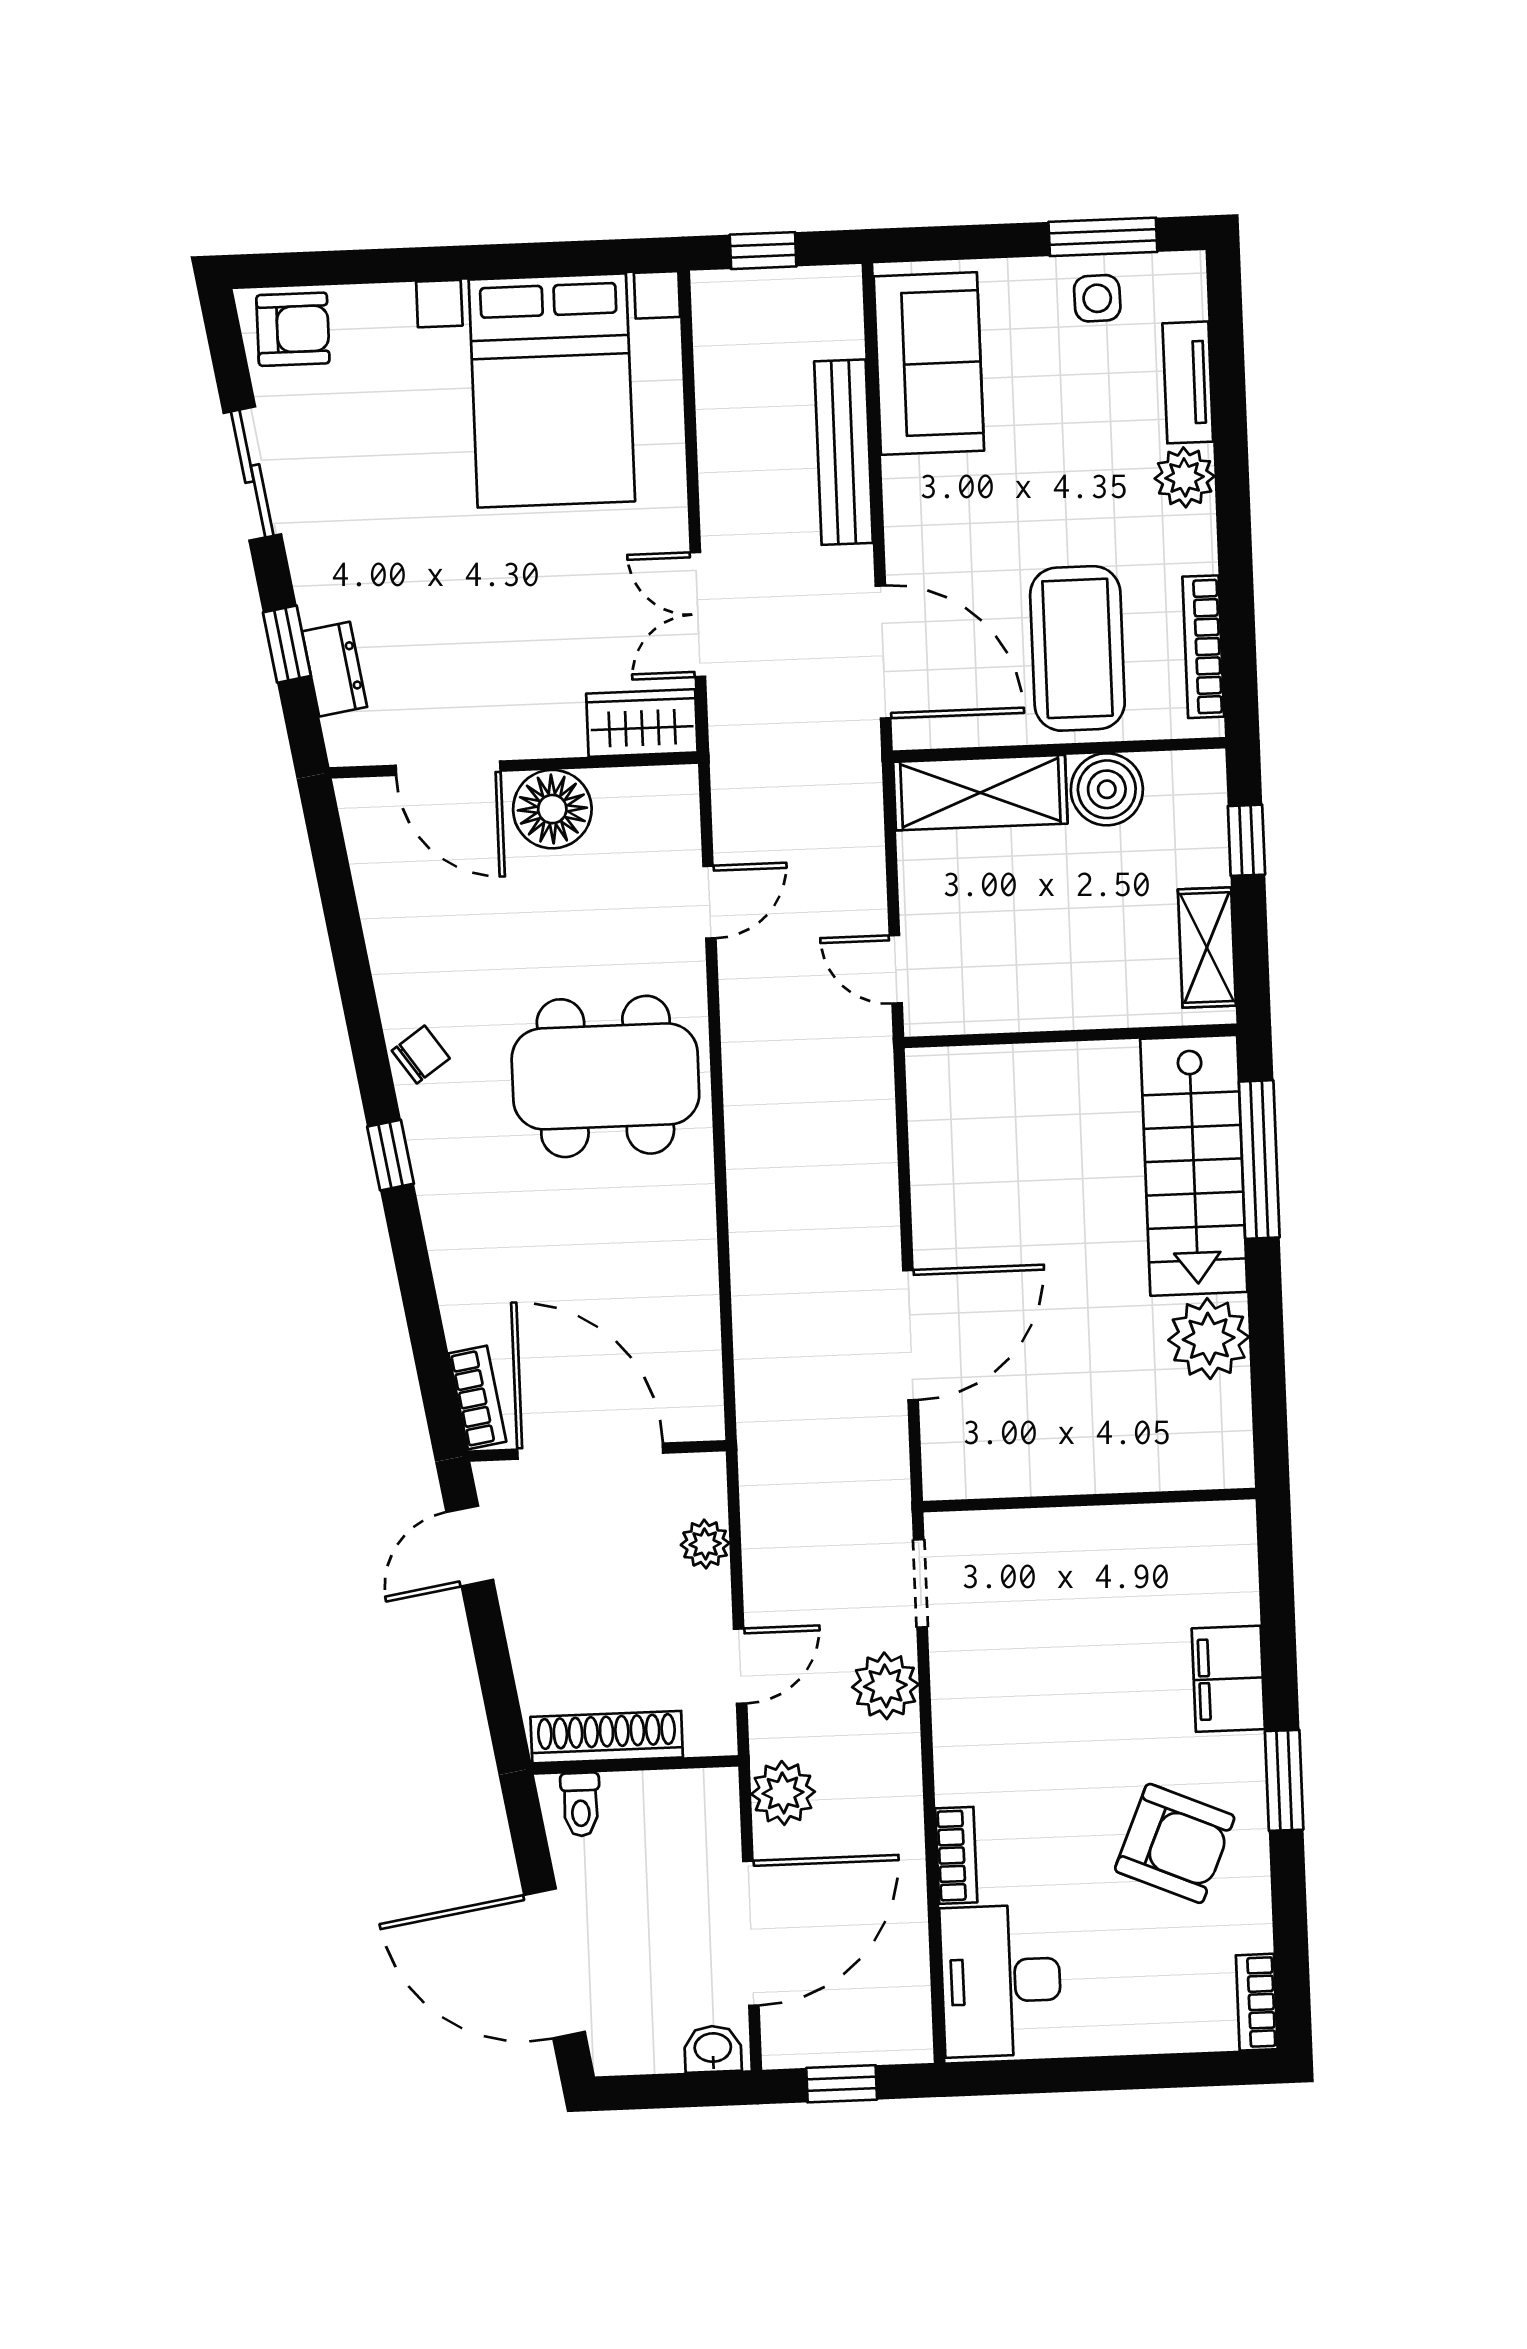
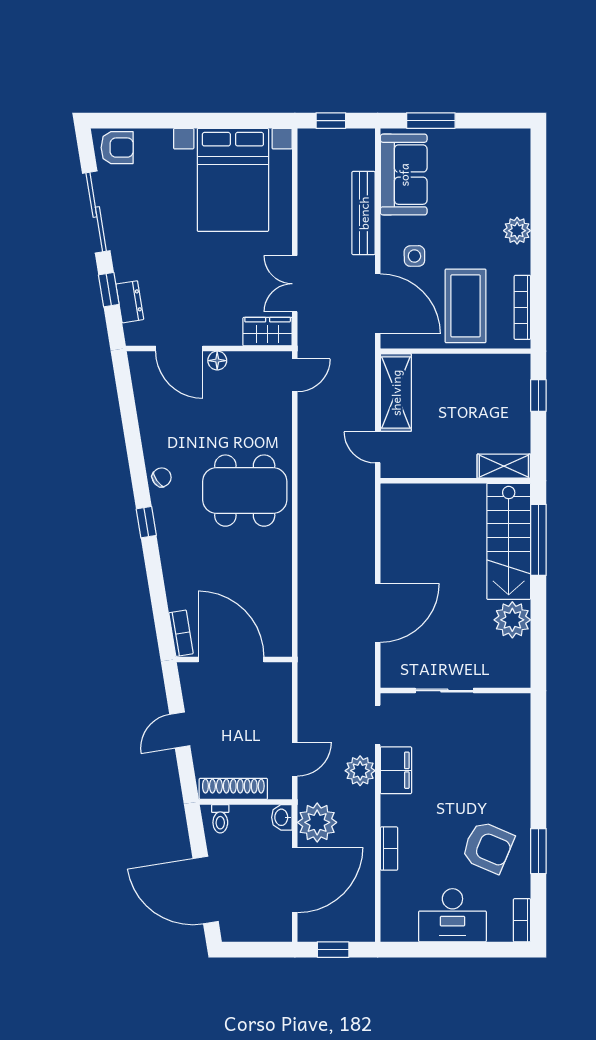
window: (1103, 237) -> (431, 121), moved
side table: (1097, 298) -> (414, 256), moved
tv unit: (1188, 382) -> (520, 188), removed
sliding door: (252, 474) -> (96, 212), width x1.37
boiler: (1107, 789) -> (476, 370), removed
shelving: (980, 793) -> (396, 393), moved, turned 90
floor lamp: (552, 809) -> (217, 361), width x0.53, depth x0.53
door: (709, 902) -> (295, 375), moved
shelving: (1207, 948) -> (504, 466), moved, turned 90
sliding door: (1065, 1501) -> (444, 691), added
plant: (705, 1544) -> (281, 703), removed
door: (470, 1546) -> (180, 730), moved
filing cabinet: (1228, 1679) -> (396, 770), moved, turned 180
window: (1284, 1780) -> (538, 851), moved
plant: (783, 1793) -> (317, 822), width x1.36, depth x1.36
desk: (1001, 1981) -> (452, 915), moved, turned -90
washbasin: (713, 2049) -> (282, 817), moved, turned -90

